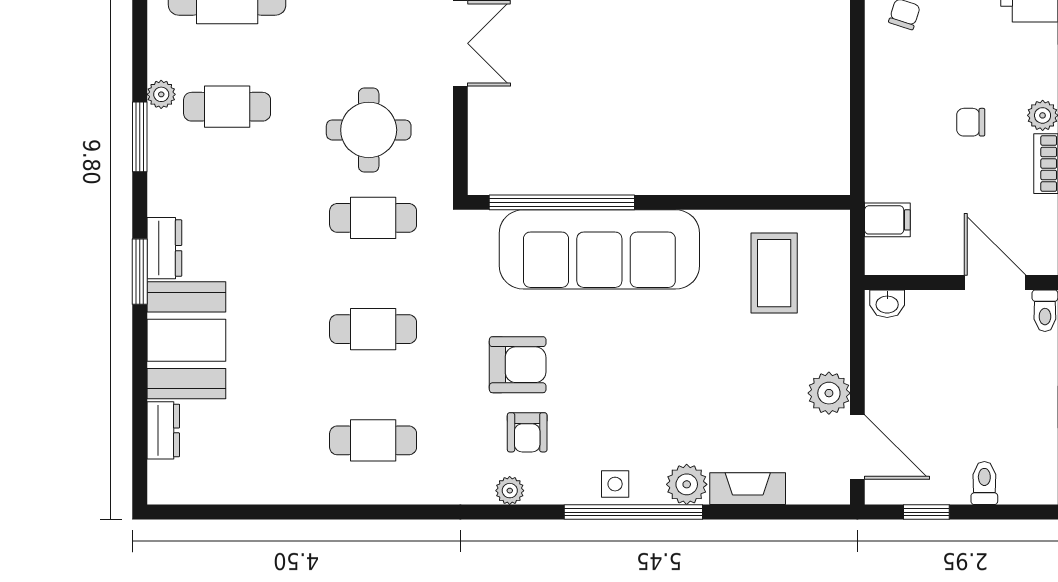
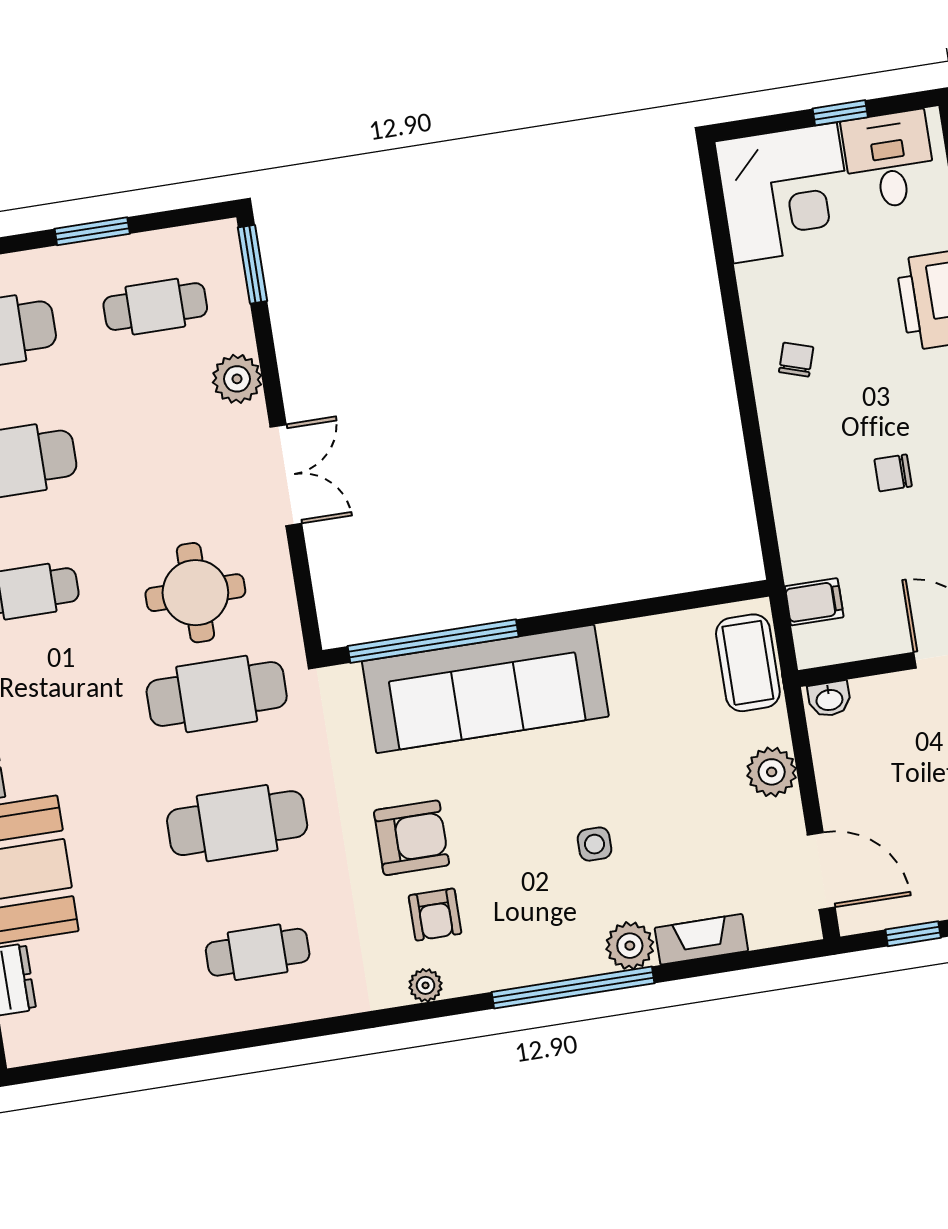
cafe table: (373, 218) -> (217, 694), width x1.37, depth x1.35
coffee table: (774, 273) -> (748, 663), moved
cafe table: (373, 329) -> (237, 823), width x1.37, depth x1.35
plant: (829, 393) -> (772, 772), moved
side table: (615, 484) -> (595, 844), moved

